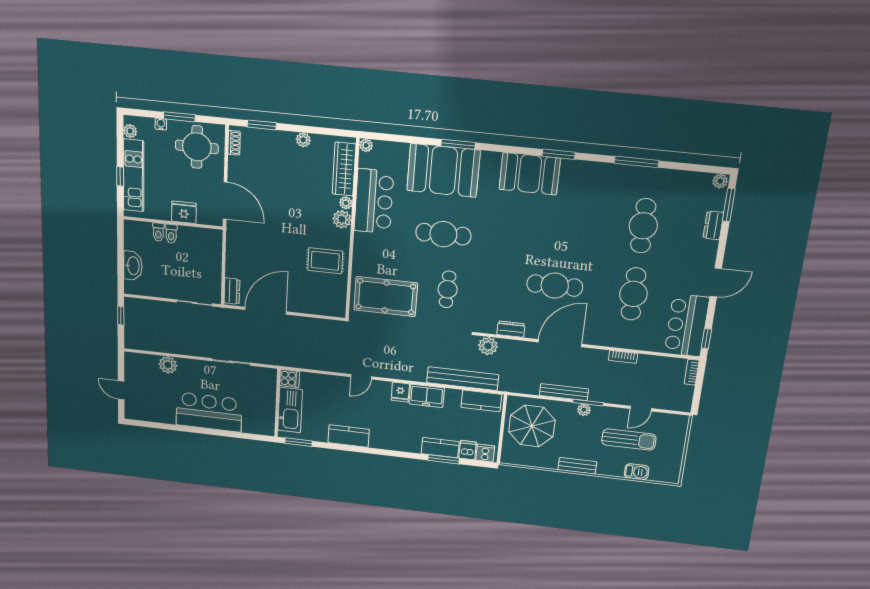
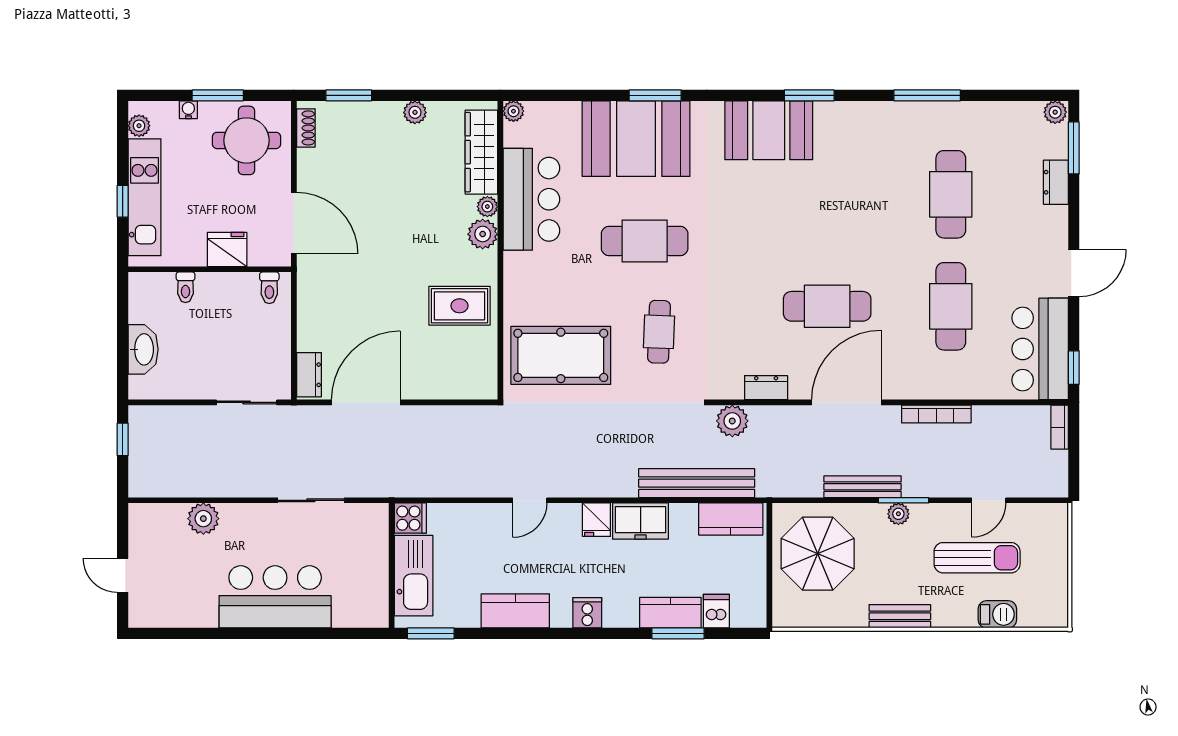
toilet: (171, 234) -> (269, 288), moved
bookcase: (623, 357) -> (936, 414), width x1.56
cooker: (485, 453) -> (587, 613), moved

